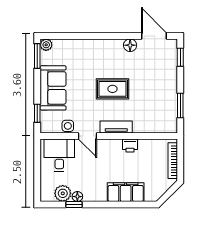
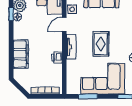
corner sofa: (157, 86) -> (103, 79), added

